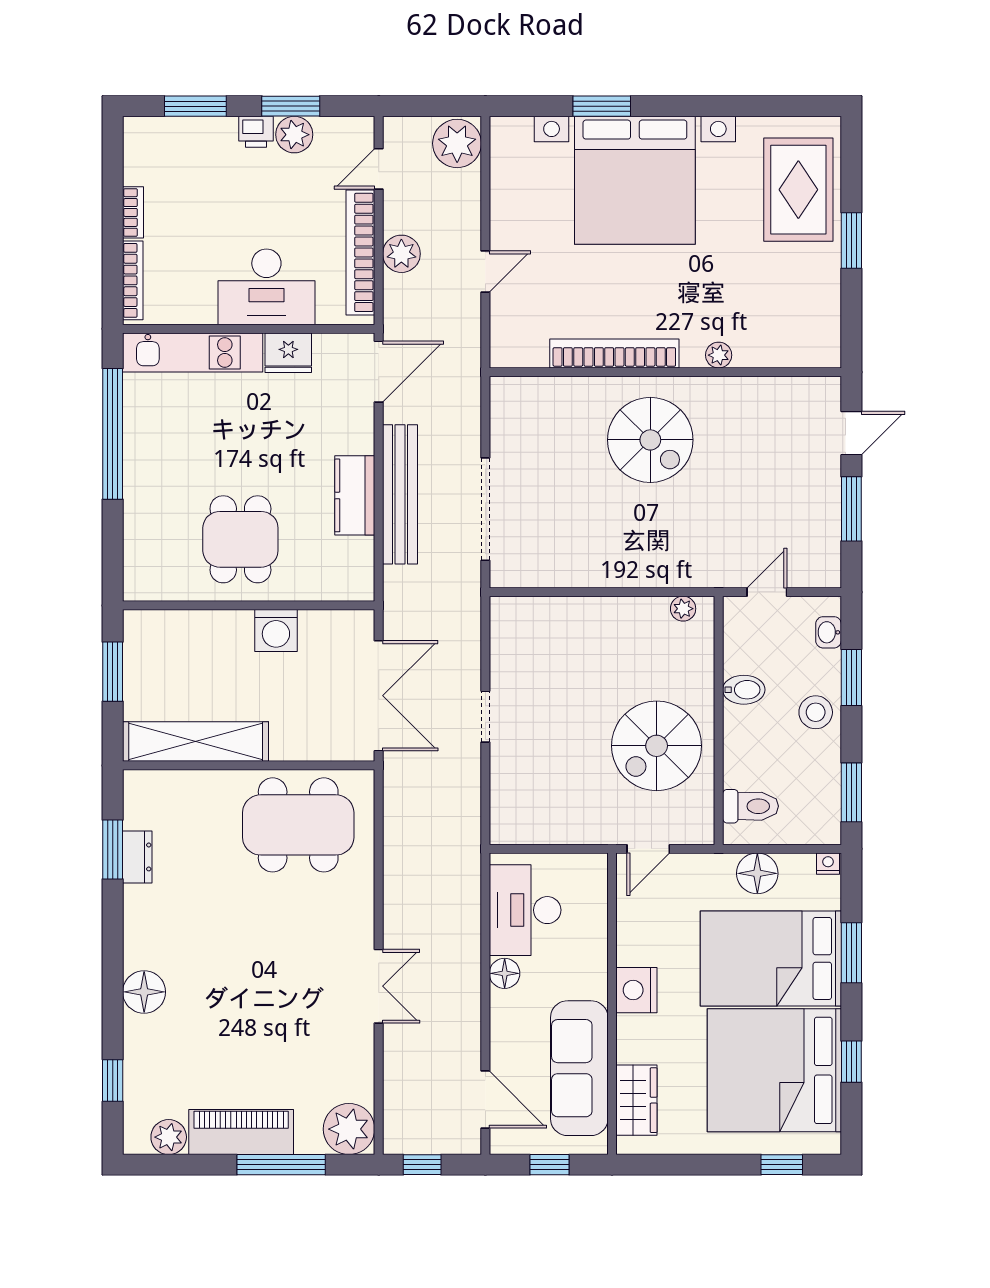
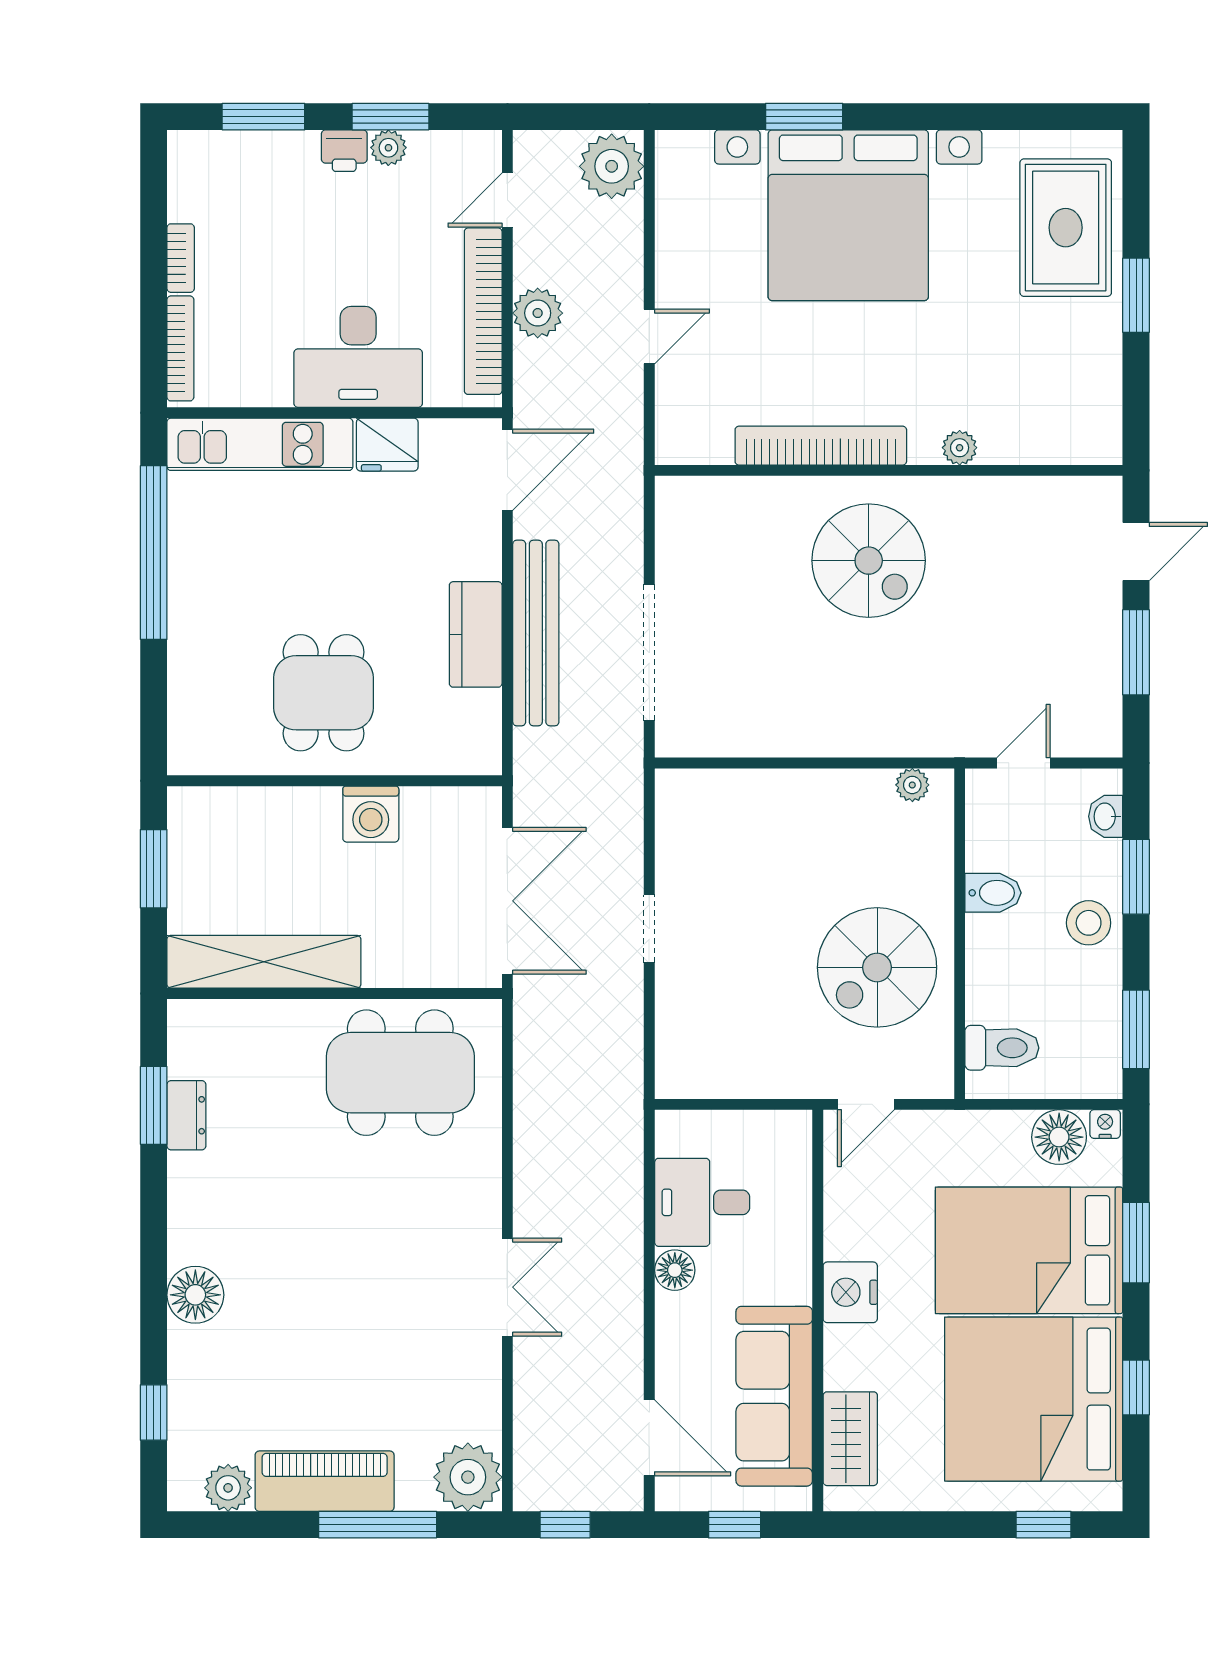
plant: (294, 135) -> (388, 148), width x0.73, depth x0.73
floor lamp: (757, 873) -> (1059, 1137), moved
desk: (525, 910) -> (702, 1202), width x0.73

